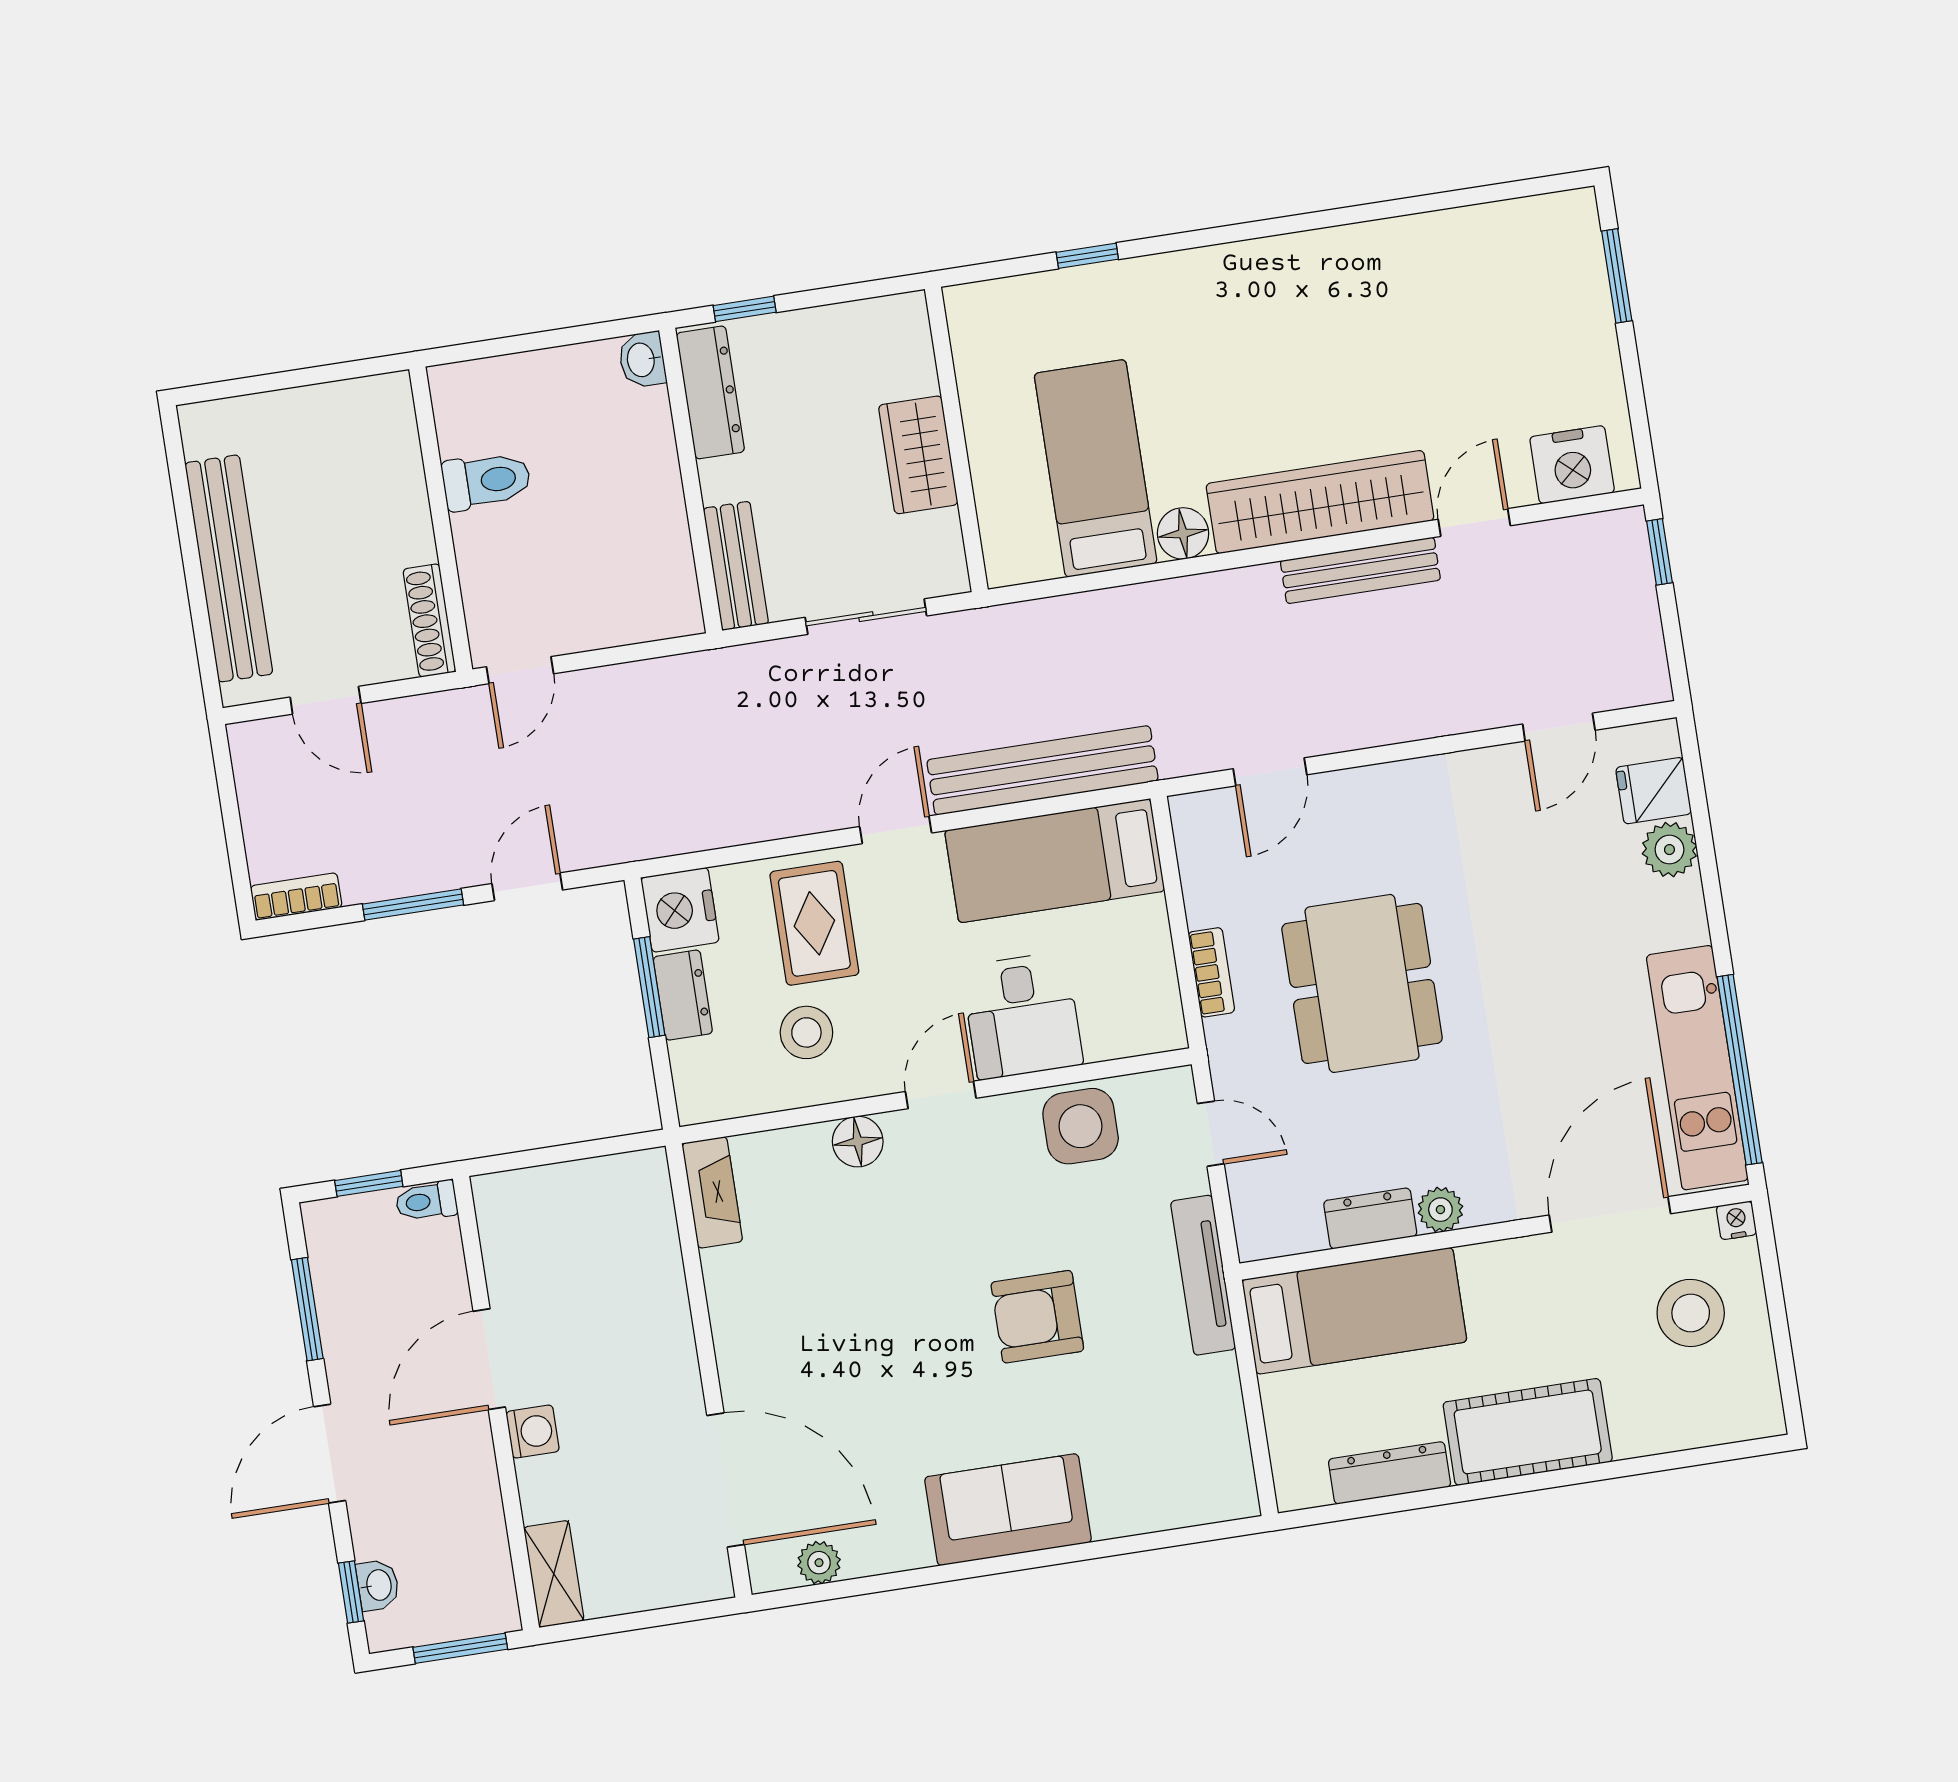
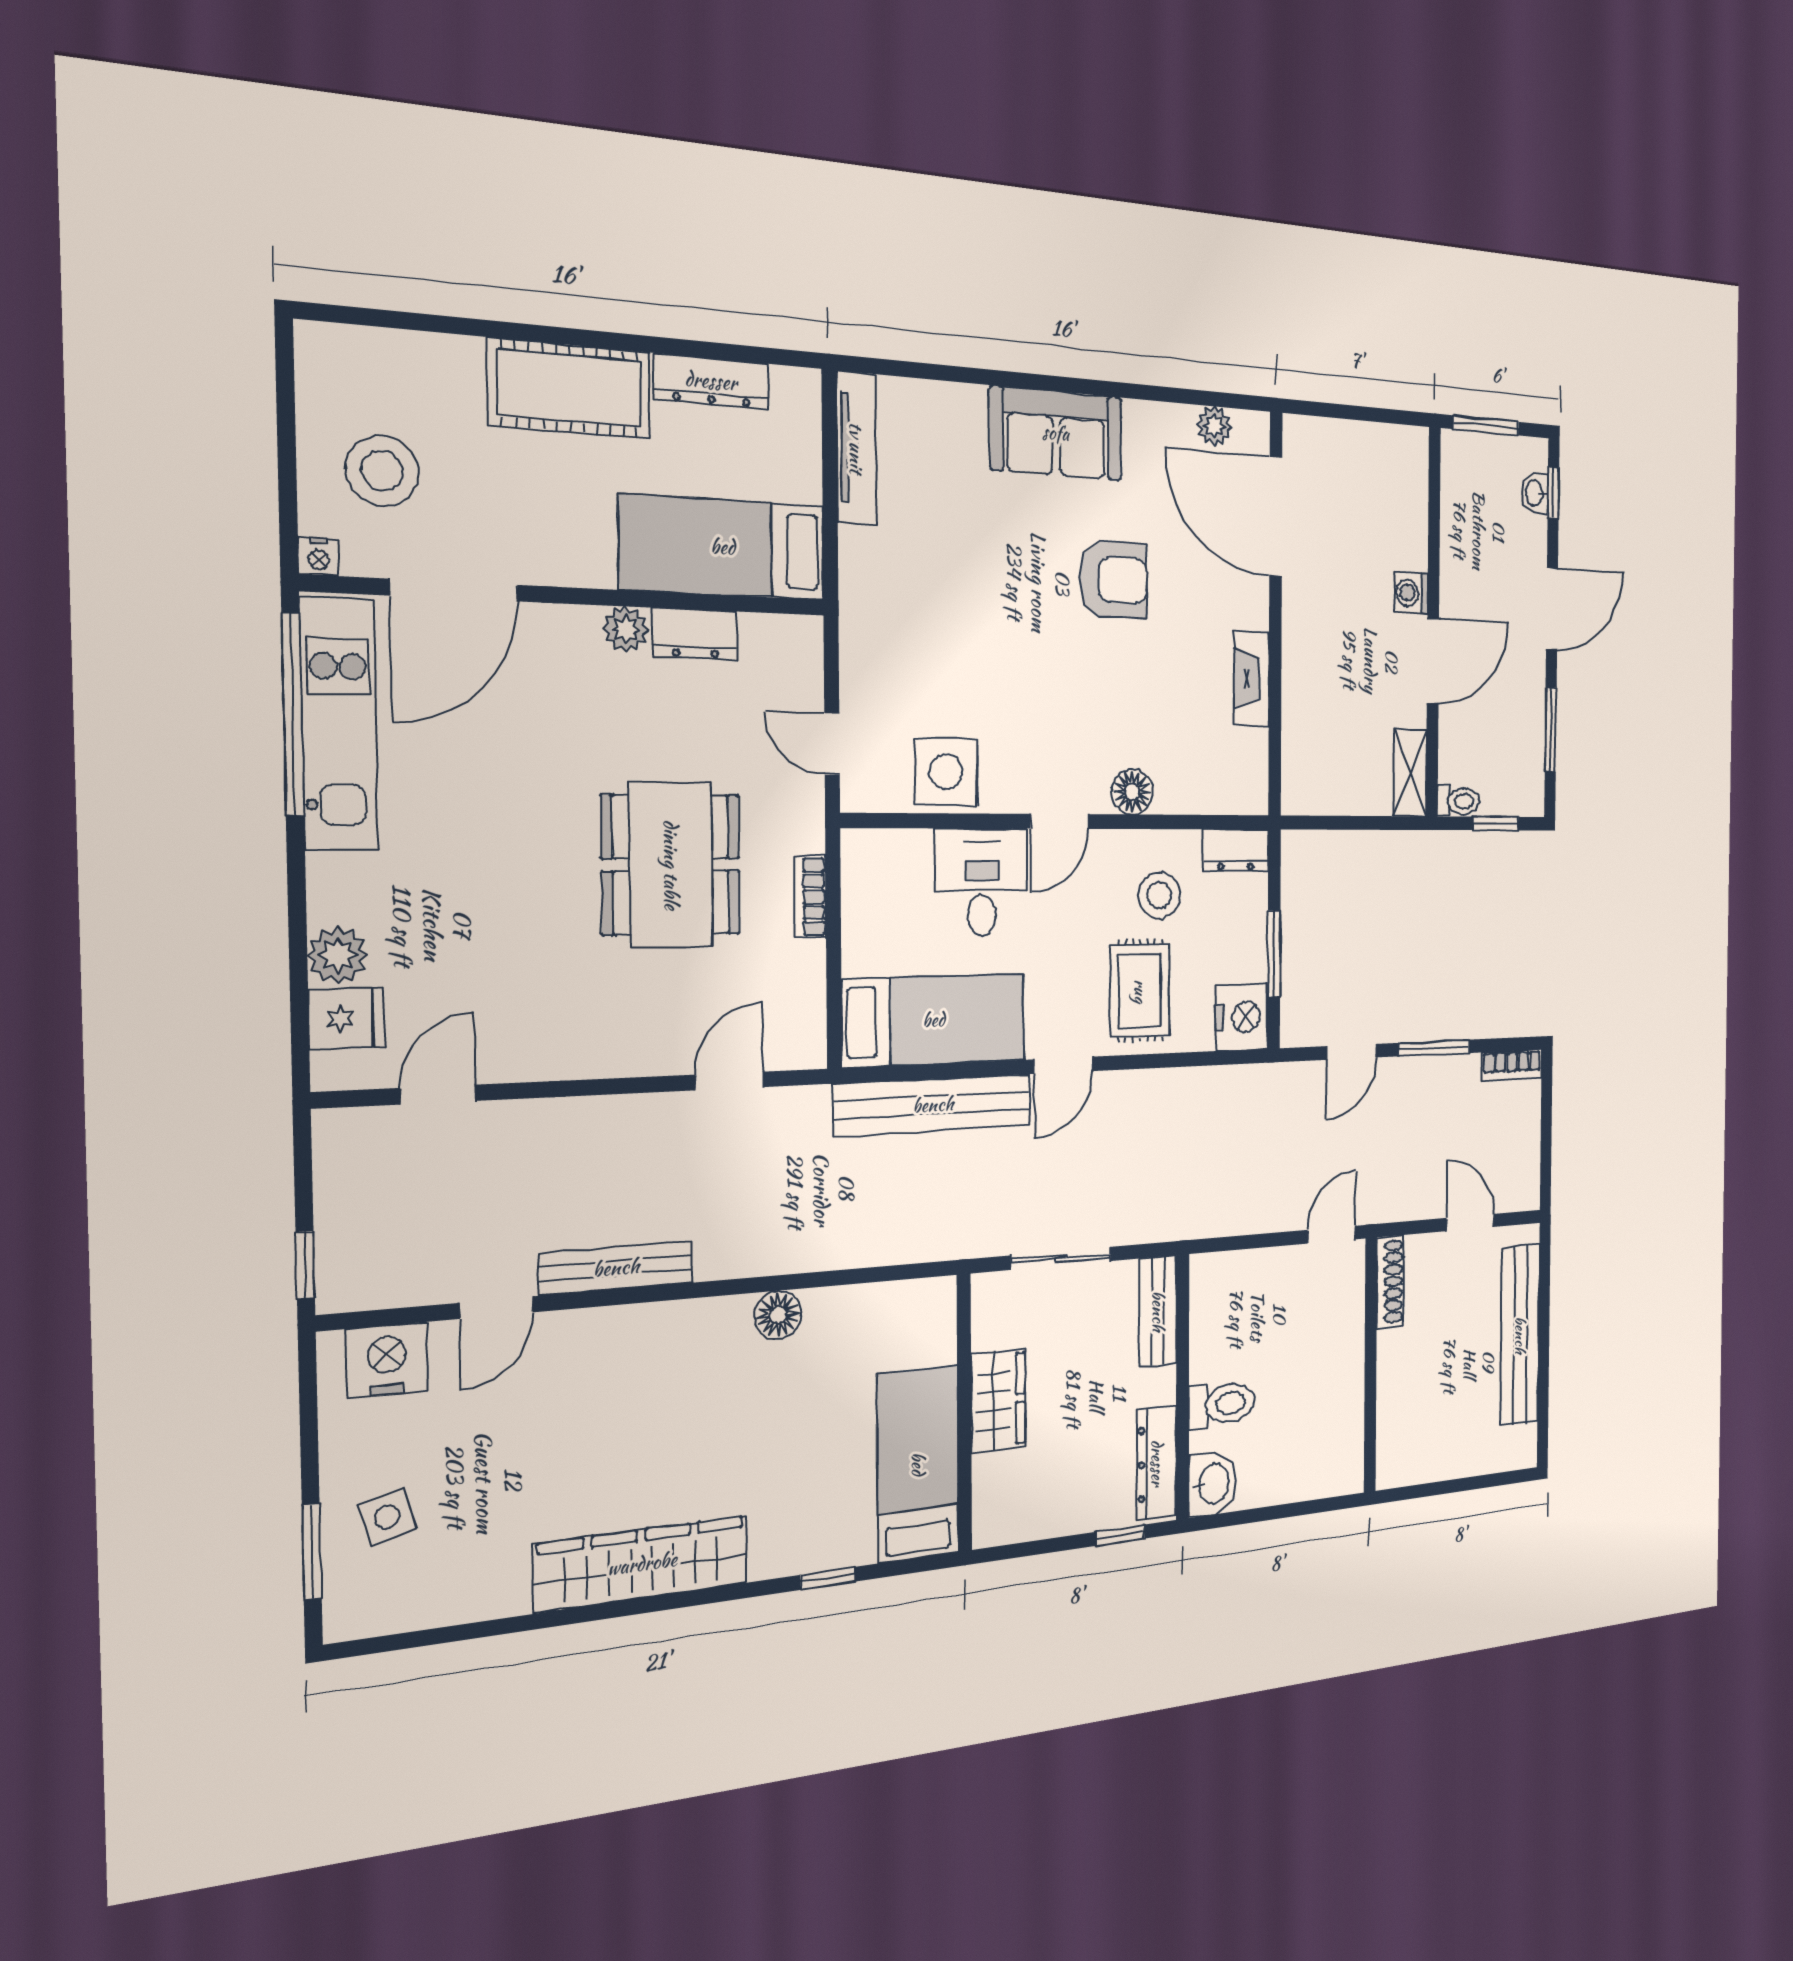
side table: (1551, 311) -> (387, 1517), added
washbasin: (642, 360) -> (1212, 1484), width x1.38, depth x1.45
bed: (1096, 468) -> (918, 1464), moved, turned 180
toilet: (486, 481) -> (1222, 1404), moved, turned 180
wardrobe: (1320, 502) -> (642, 1564), moved, turned 180
dresser: (683, 995) -> (1236, 850), moved, turned -90
fireplace: (712, 1192) -> (1252, 679), moved
tv unit: (1203, 1275) -> (856, 448), moved
armchair: (1037, 1317) -> (1113, 580), moved
shelving: (554, 1574) -> (1410, 773), moved

